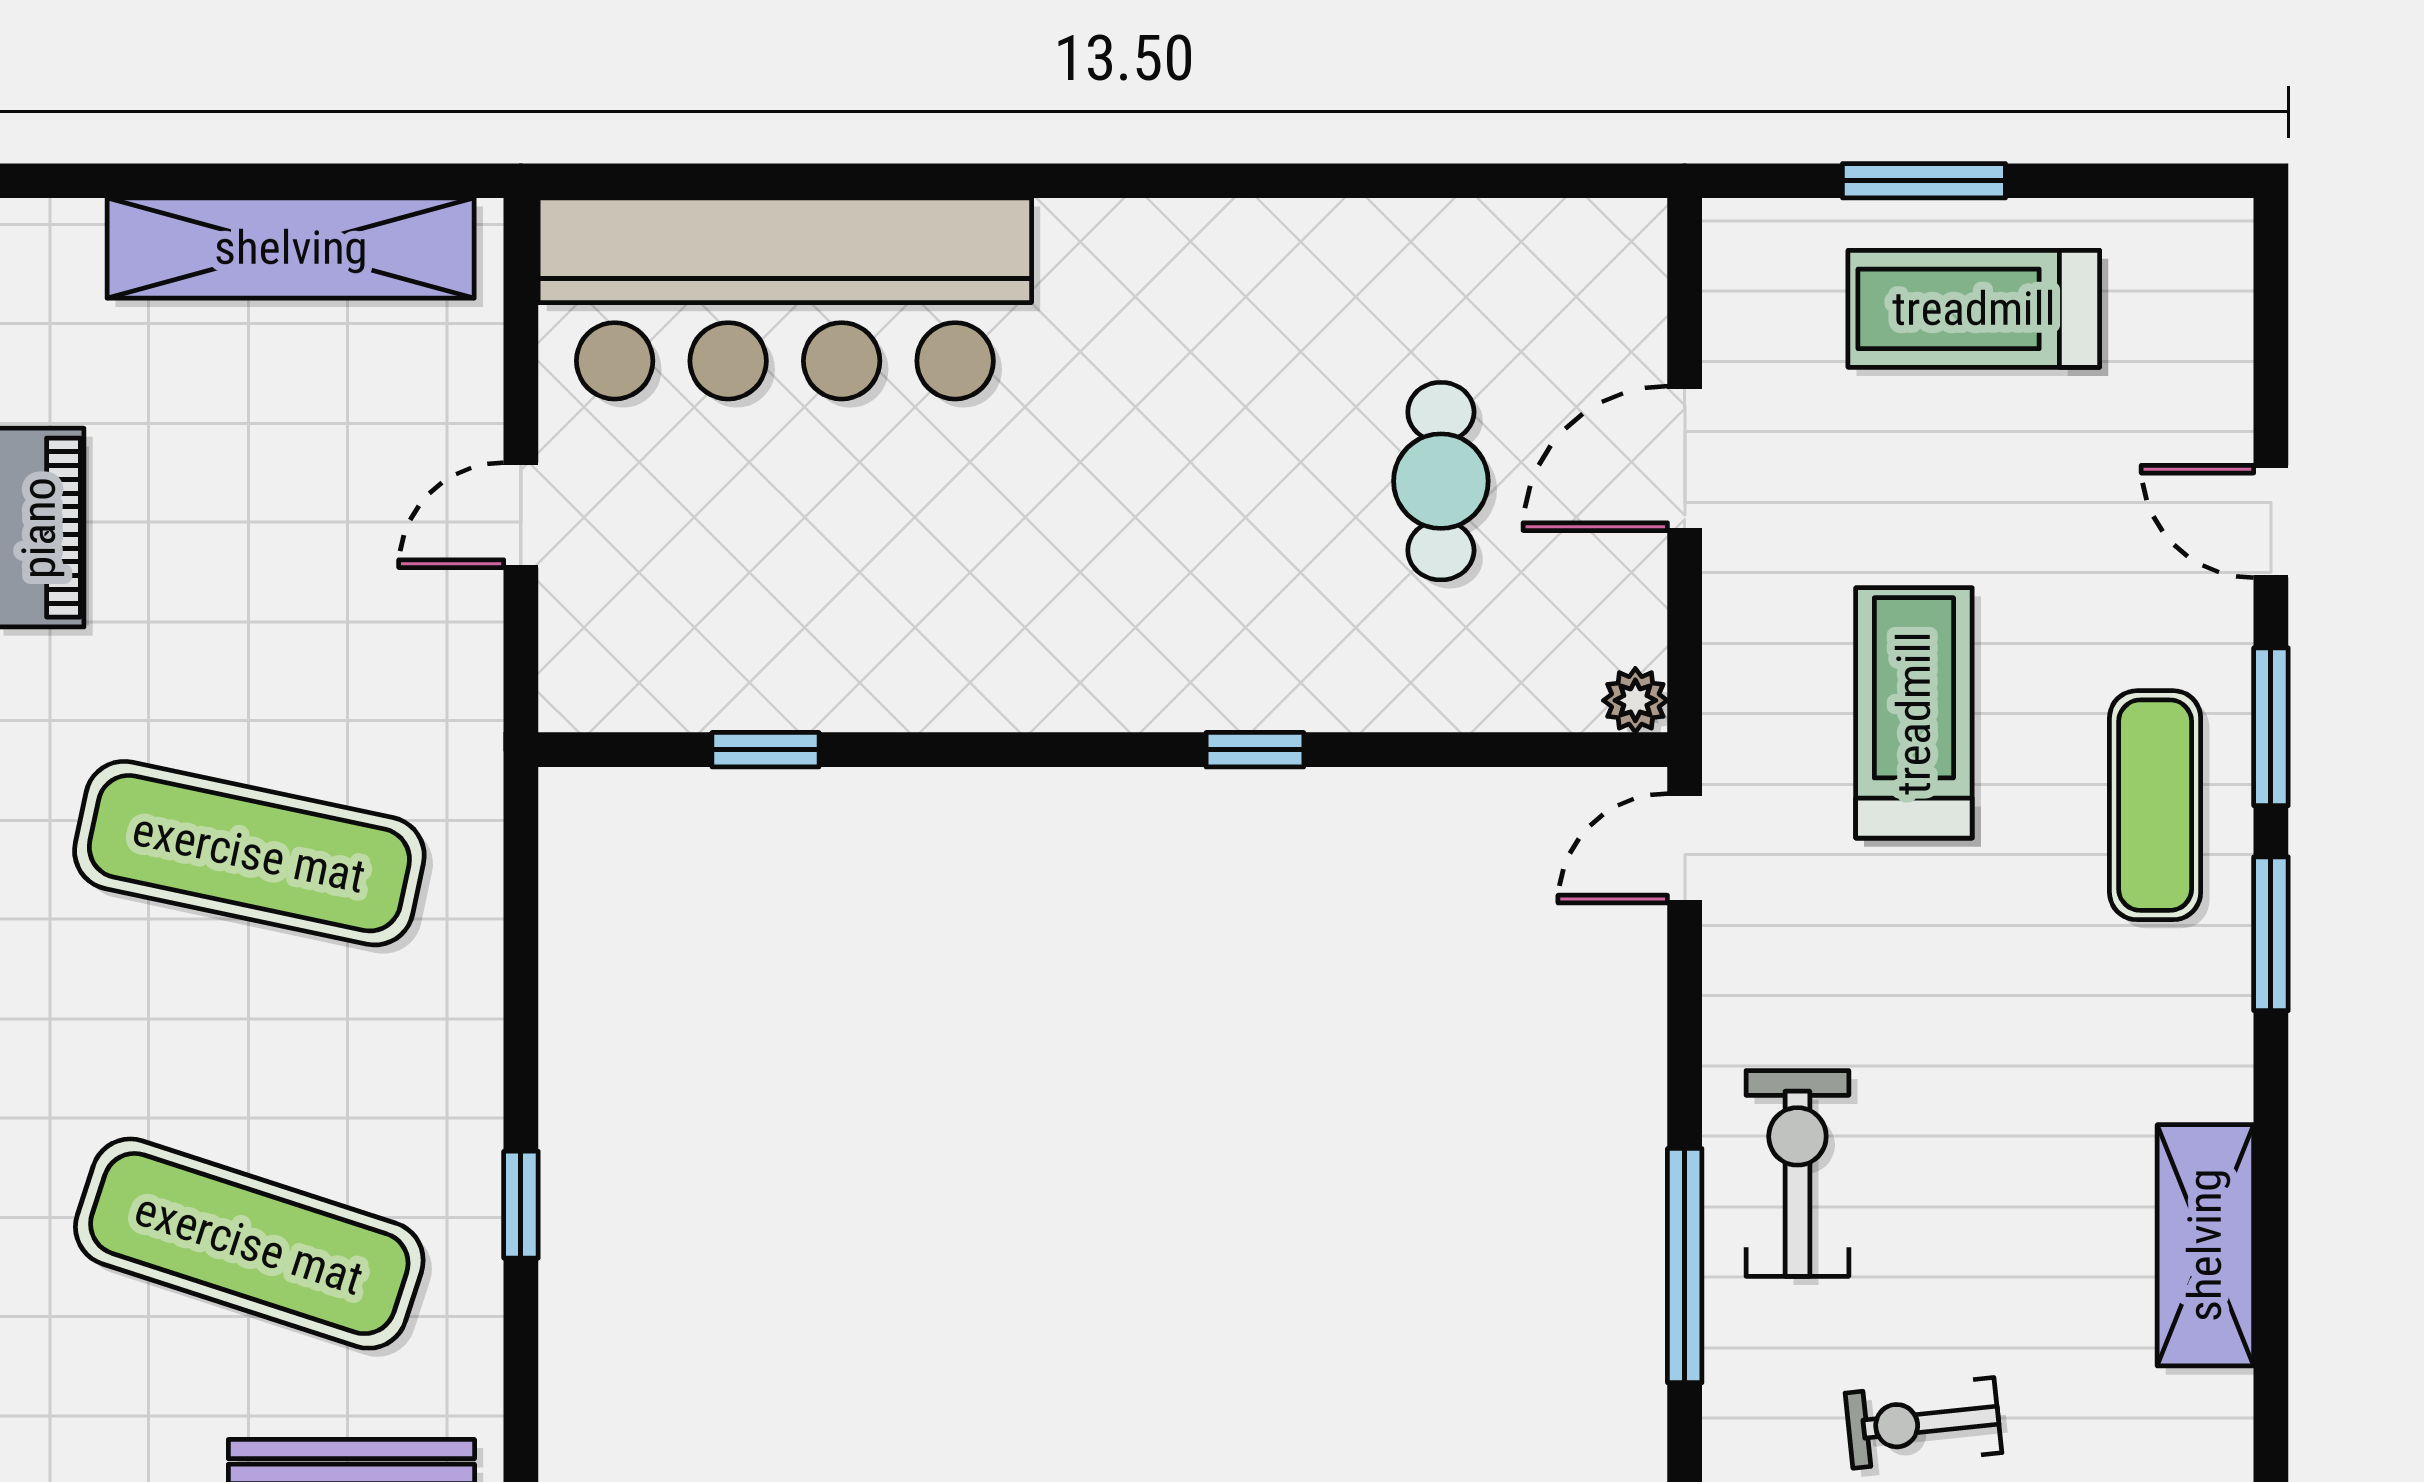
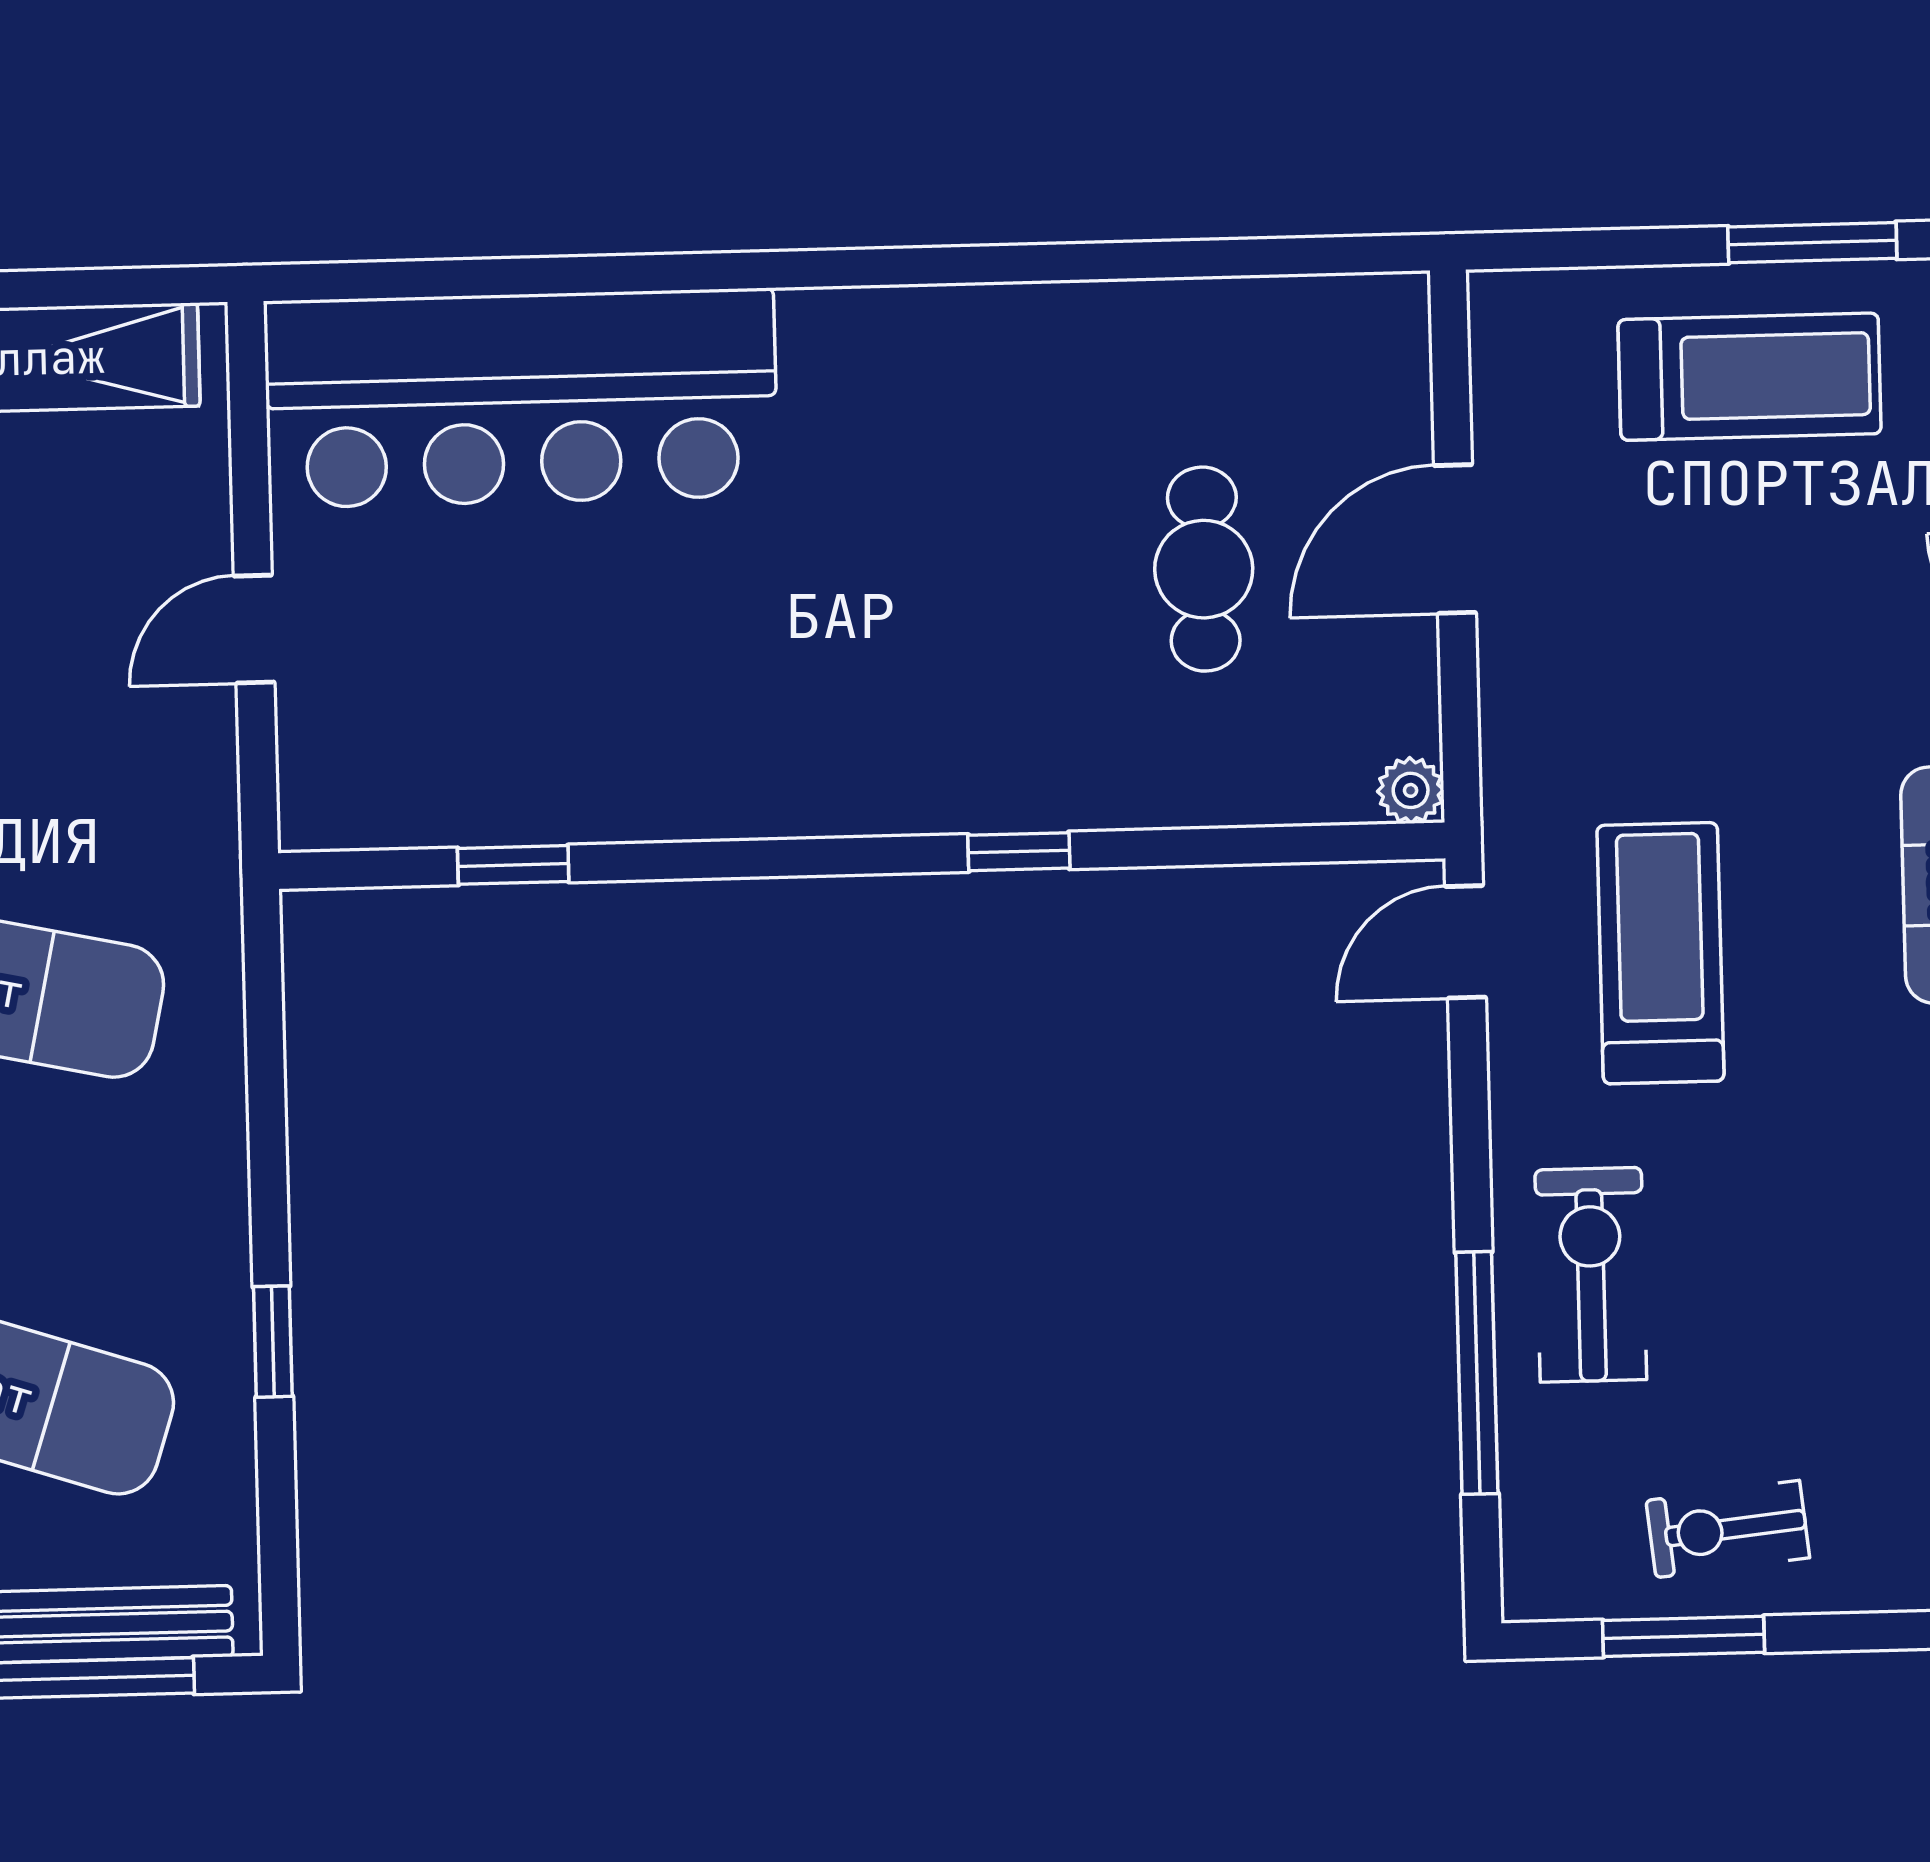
window: (1924, 181) -> (1812, 243), moved
treadmill: (1974, 309) -> (1750, 377), turned 180
treadmill: (1914, 713) -> (1660, 953), moved

